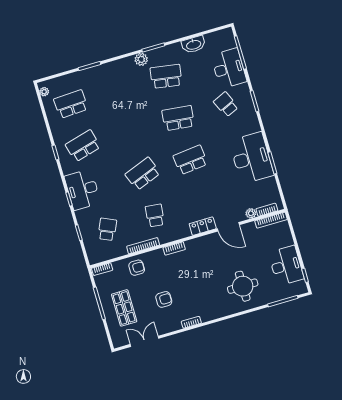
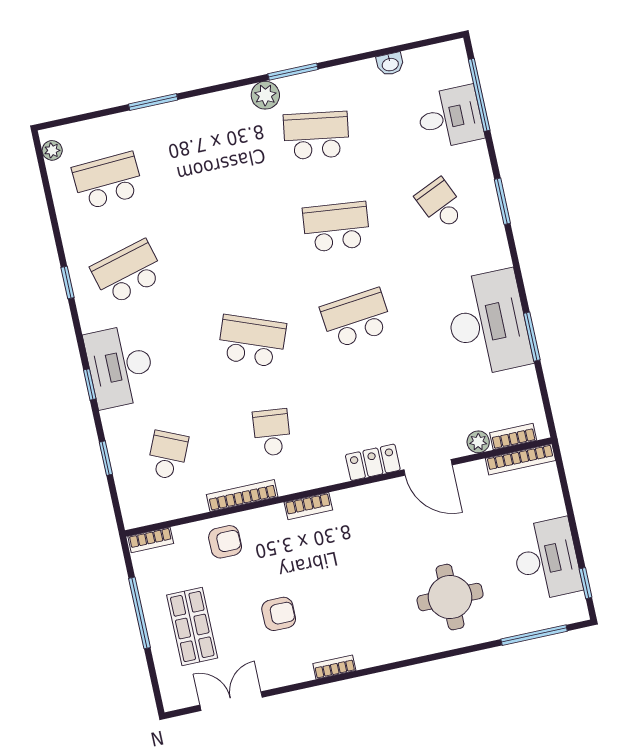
washbasin: (194, 45) -> (390, 64), width x0.52, depth x0.69
desk: (229, 68) -> (450, 117), width x0.73
school desk: (143, 174) -> (252, 341), turned 42

